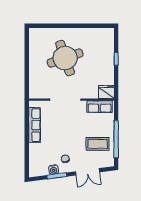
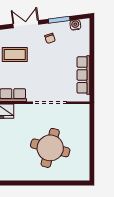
round table: (65, 58) -> (50, 148), turned 34
water cooler: (54, 170) -> (75, 25), moved

